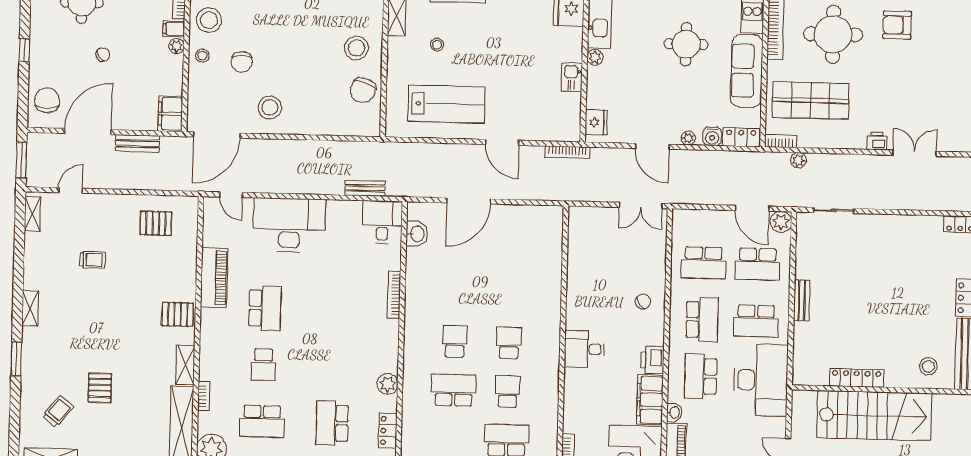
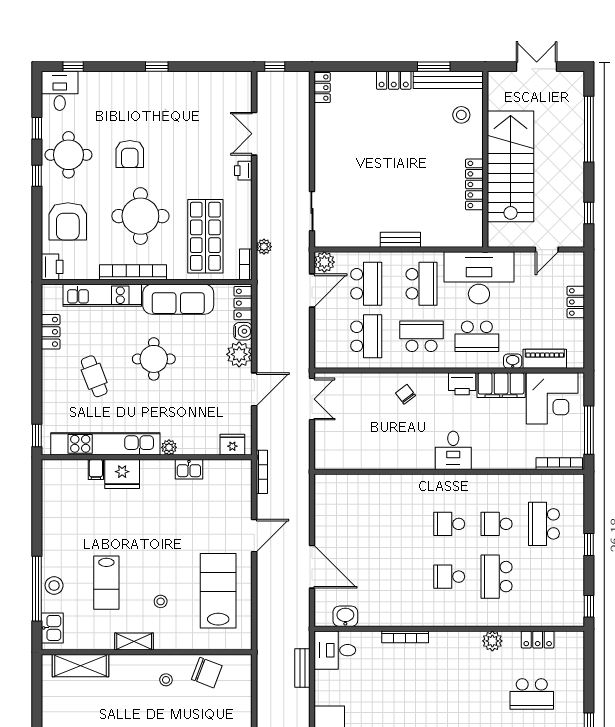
stool: (356, 48) -> (166, 680), width x0.53, depth x0.53
plant: (688, 138) -> (239, 354), width x1.88, depth x1.88

